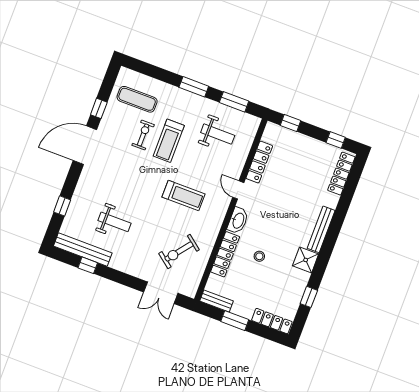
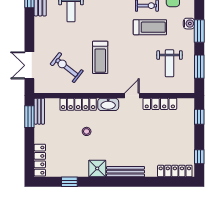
water cooler: (181, 95) -> (189, 24), added
treadmill: (169, 141) -> (150, 27), turned 180
treadmill: (184, 196) -> (100, 57), moved
window: (235, 321) -> (29, 117), moved

